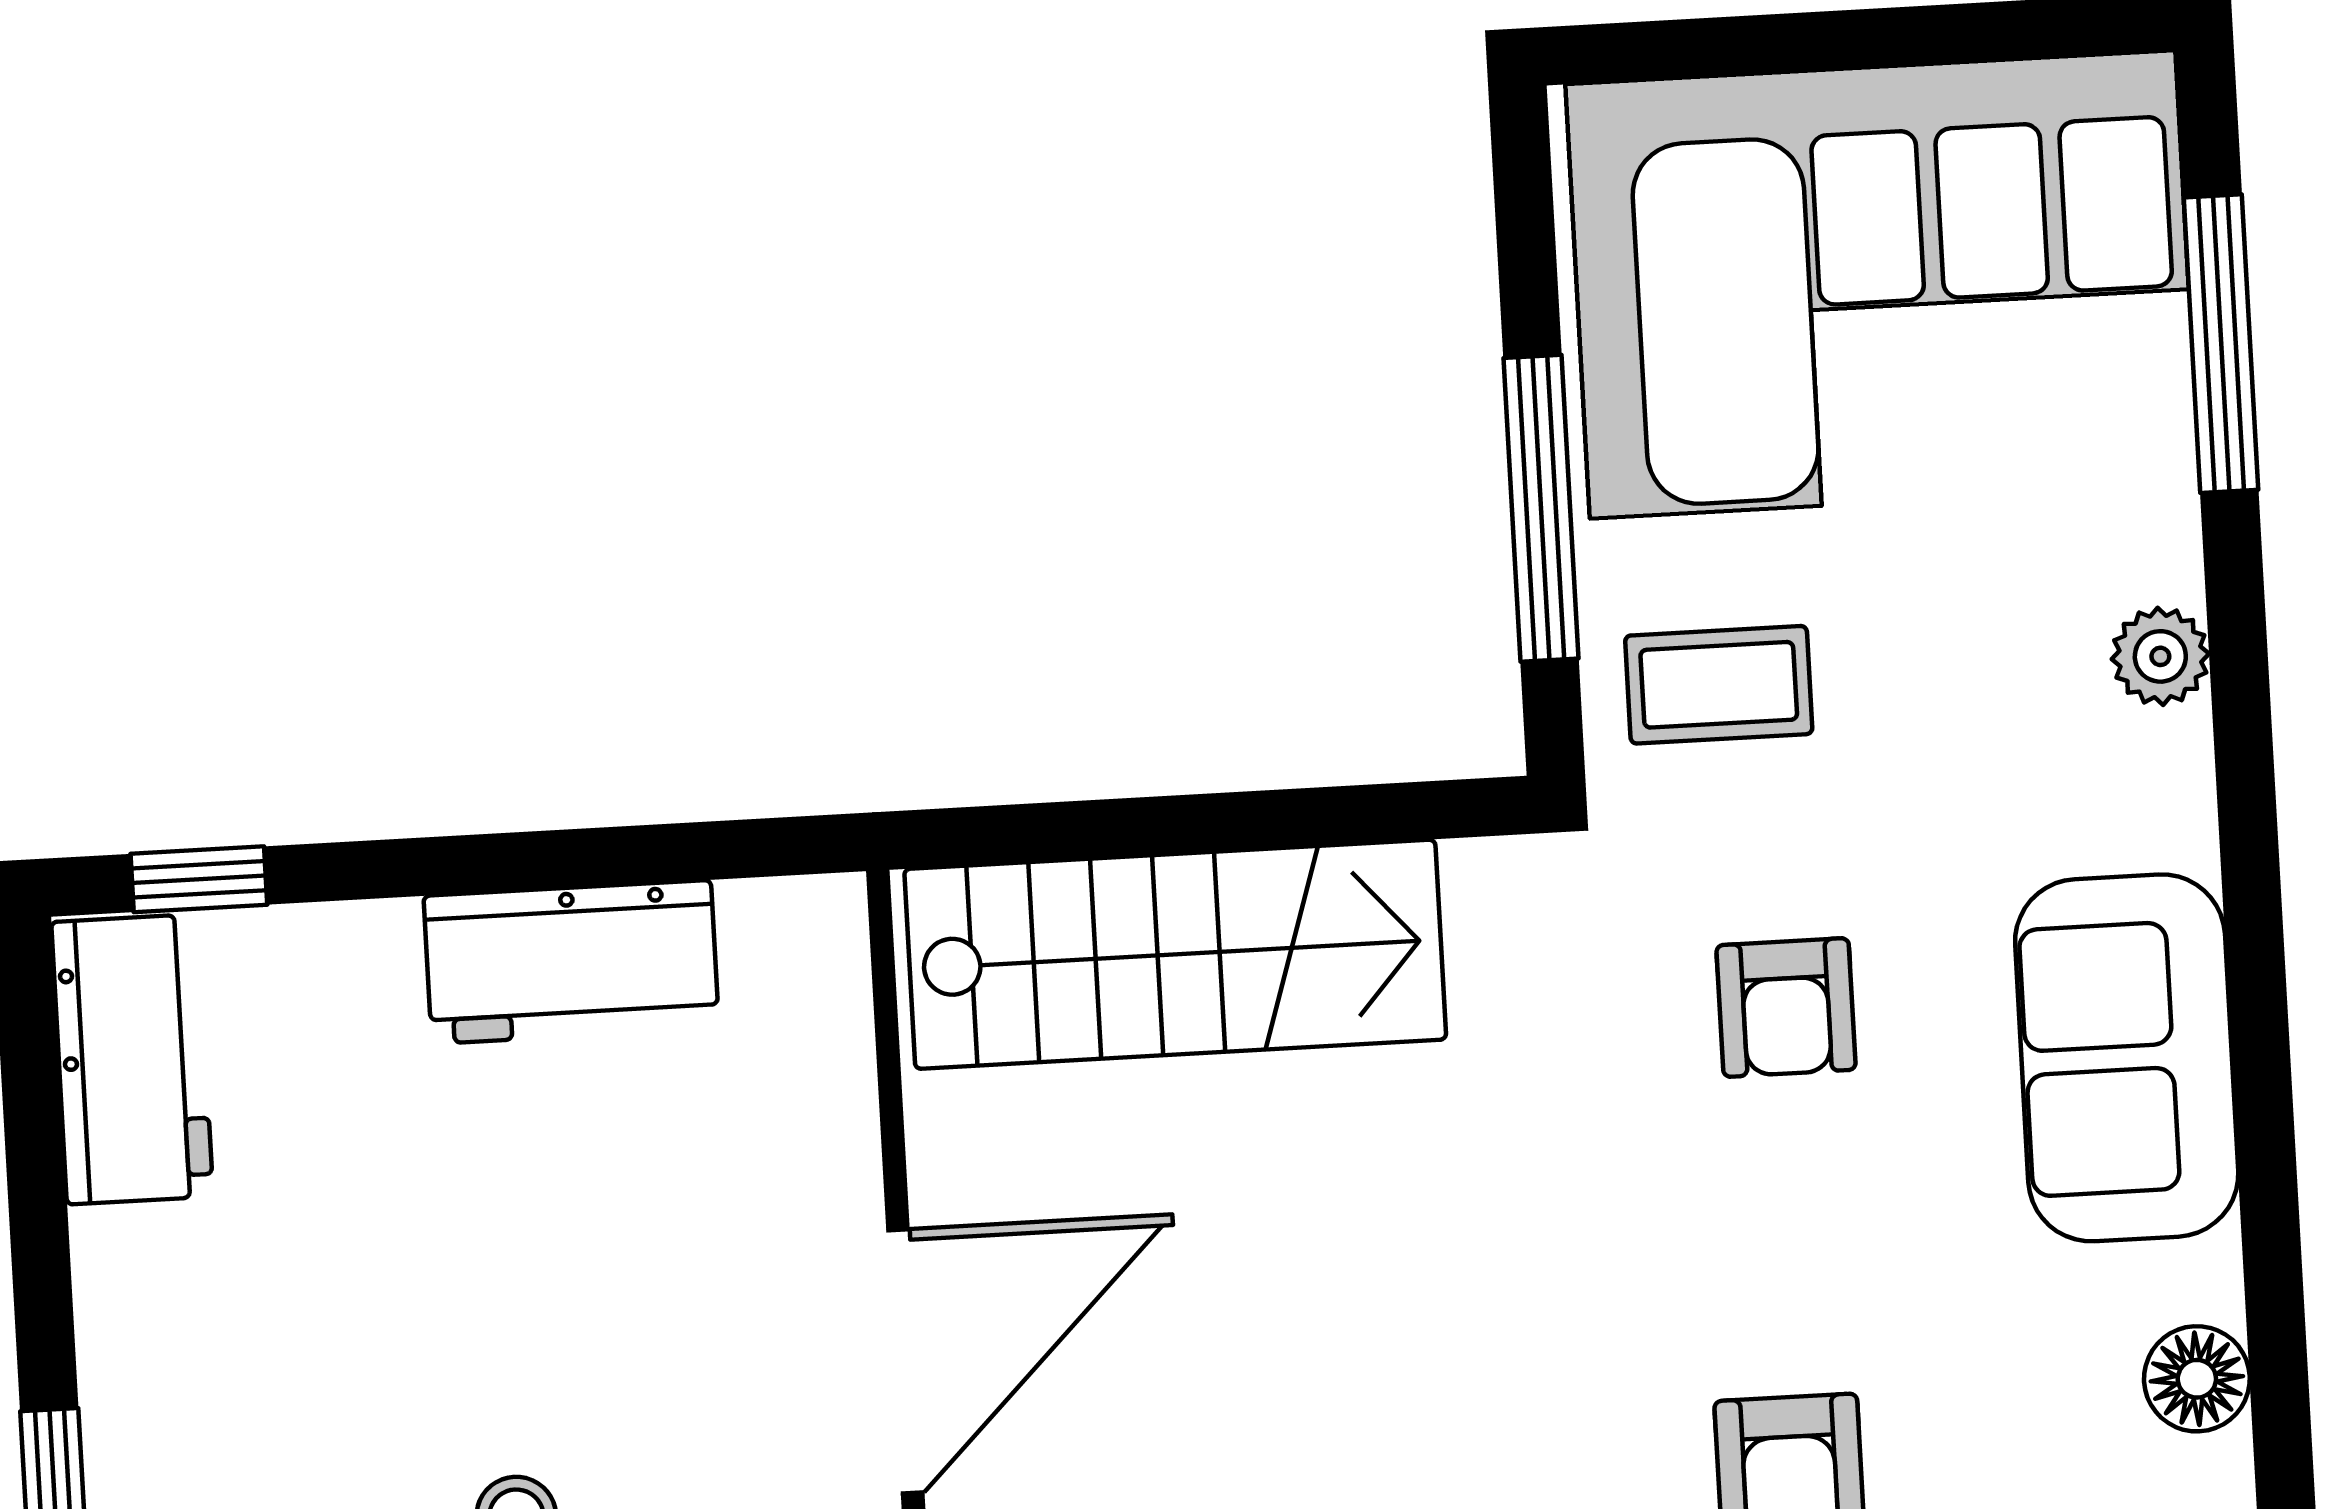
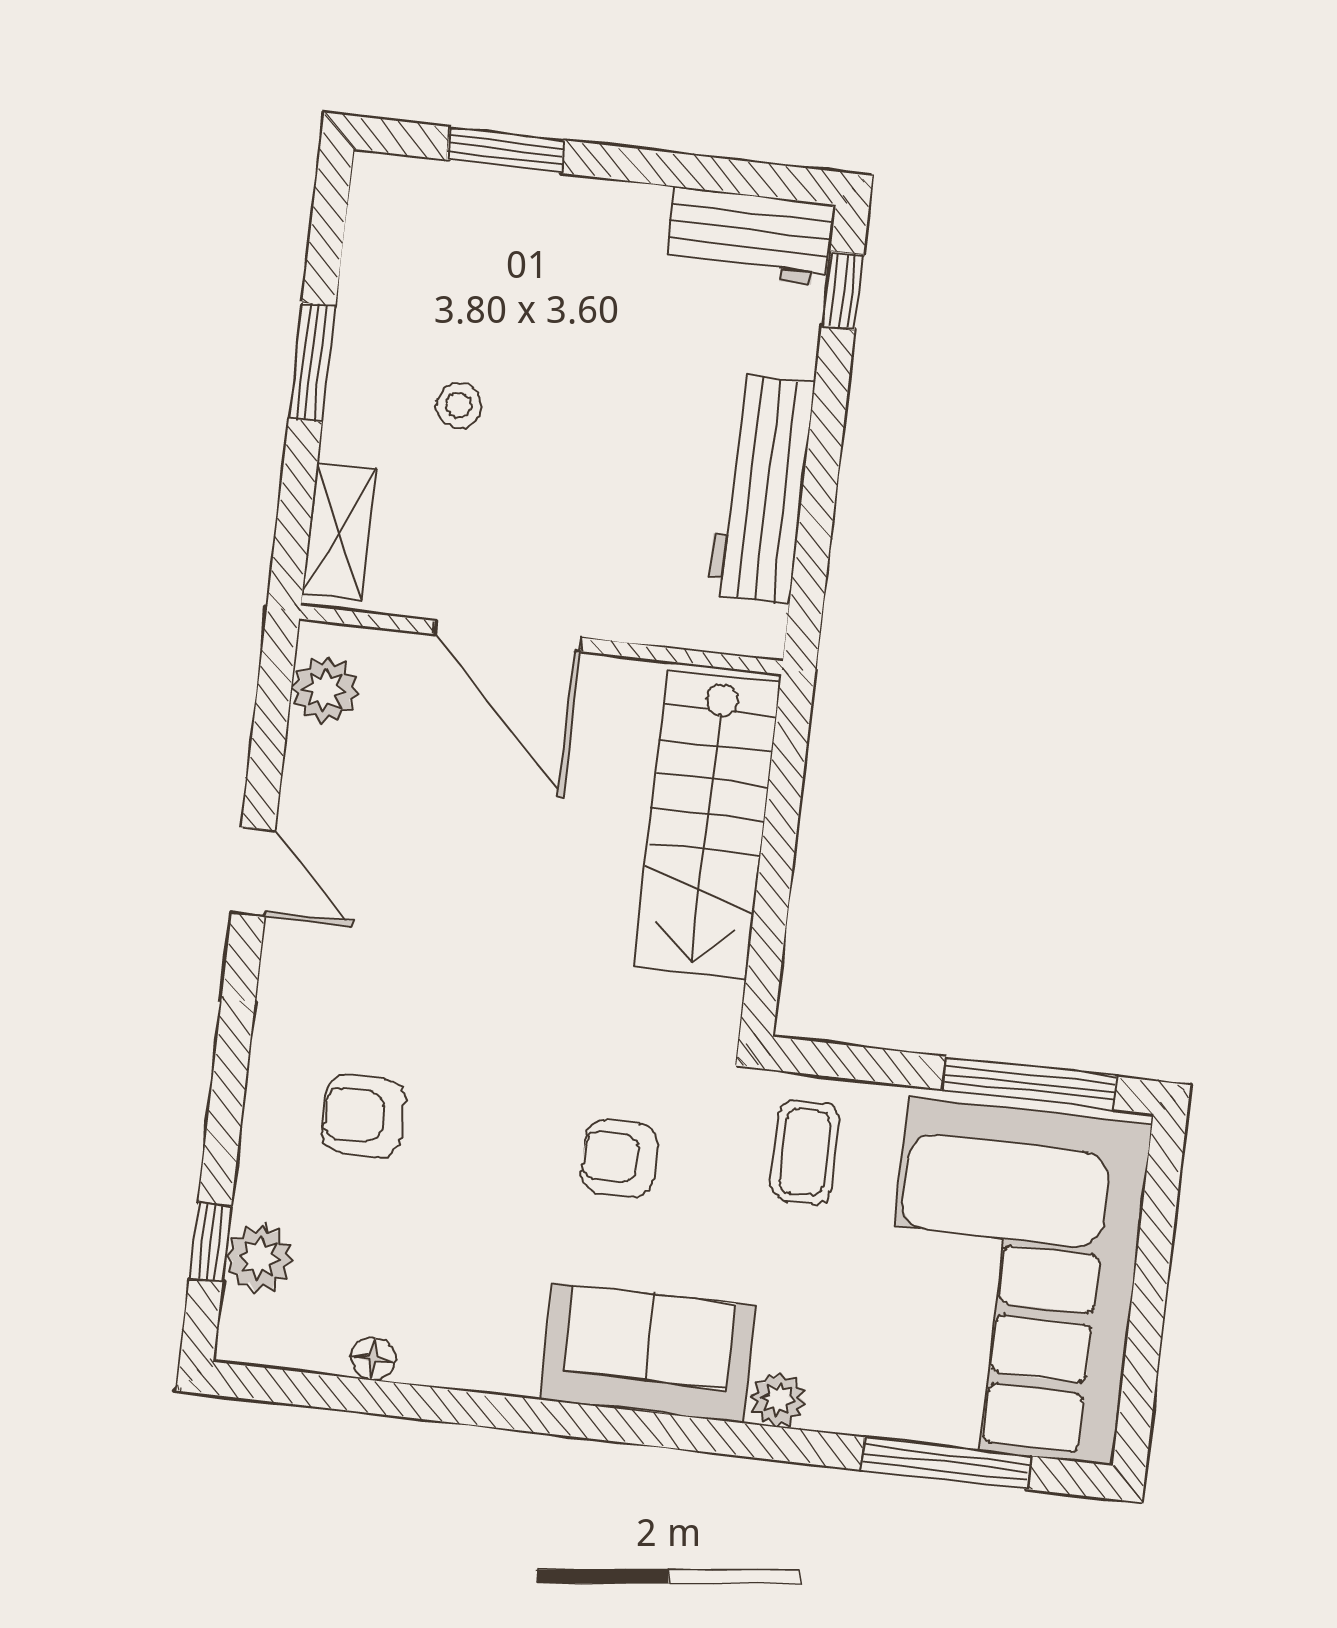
window: (1541, 508) -> (1030, 1083), moved
workbench: (571, 962) -> (761, 489), width x1.37
sofa: (2127, 1058) -> (648, 1353), moved
floor lamp: (2197, 1379) -> (373, 1359), width x0.73, depth x0.73

